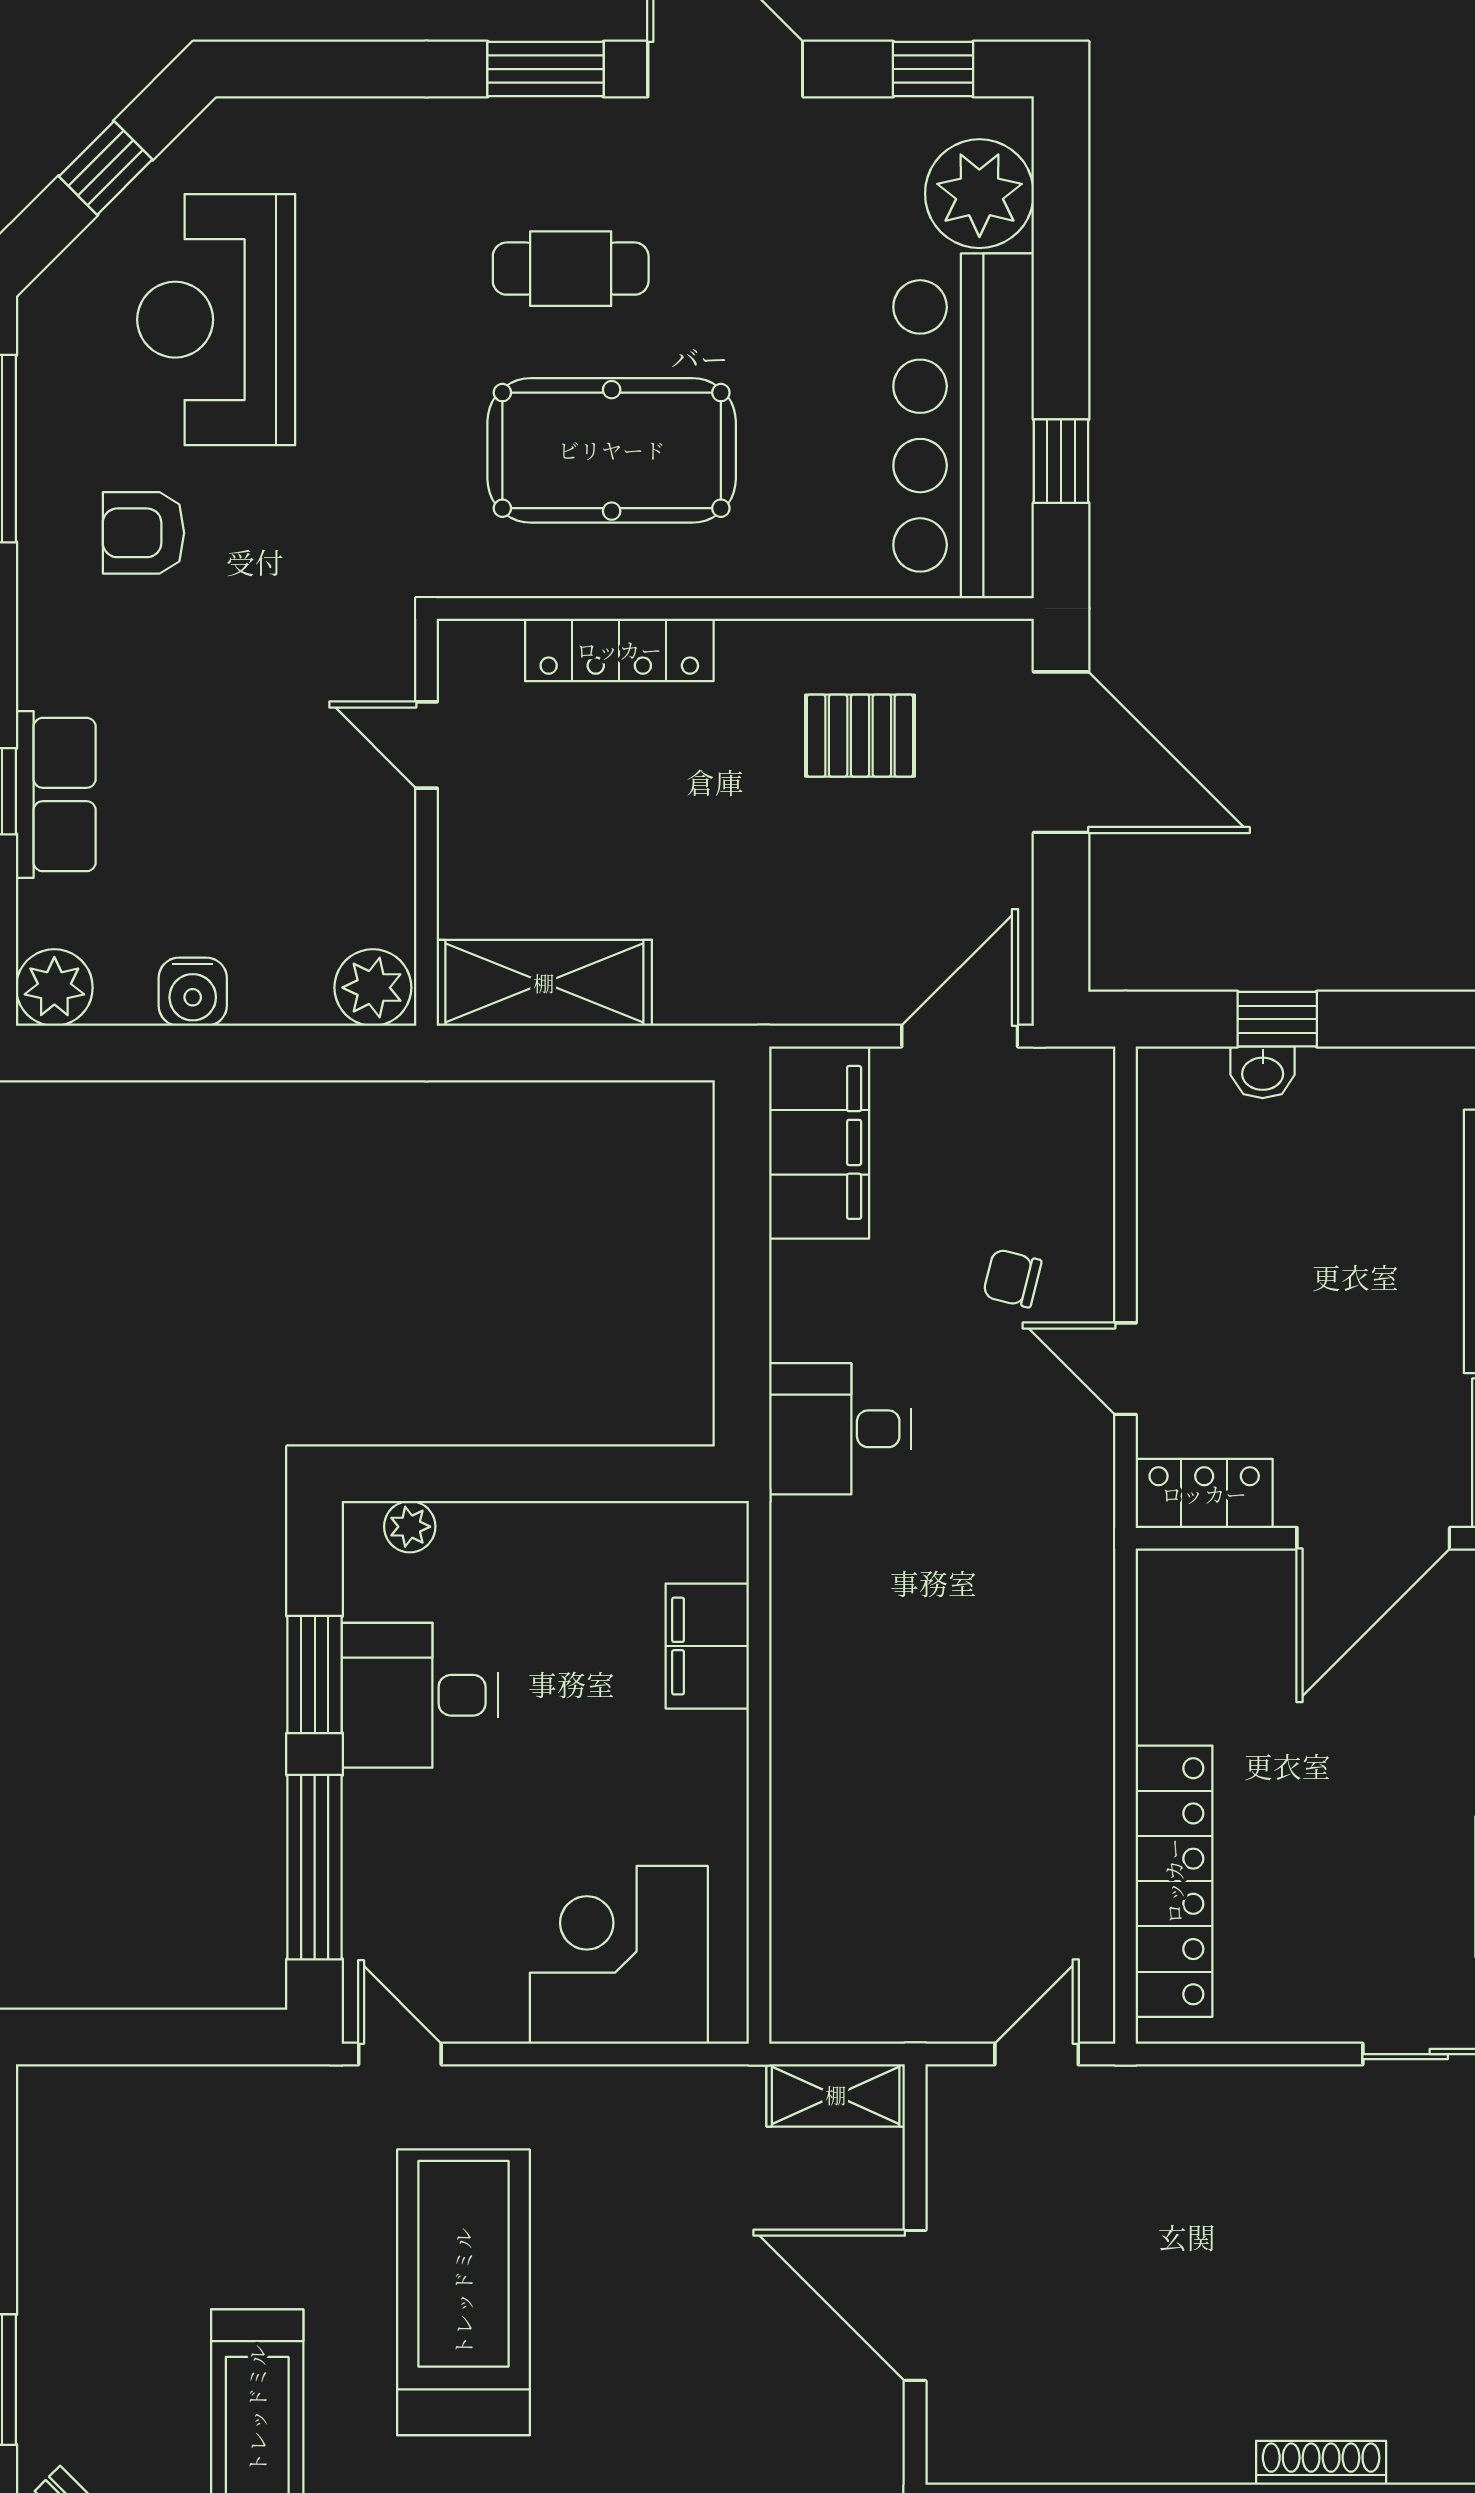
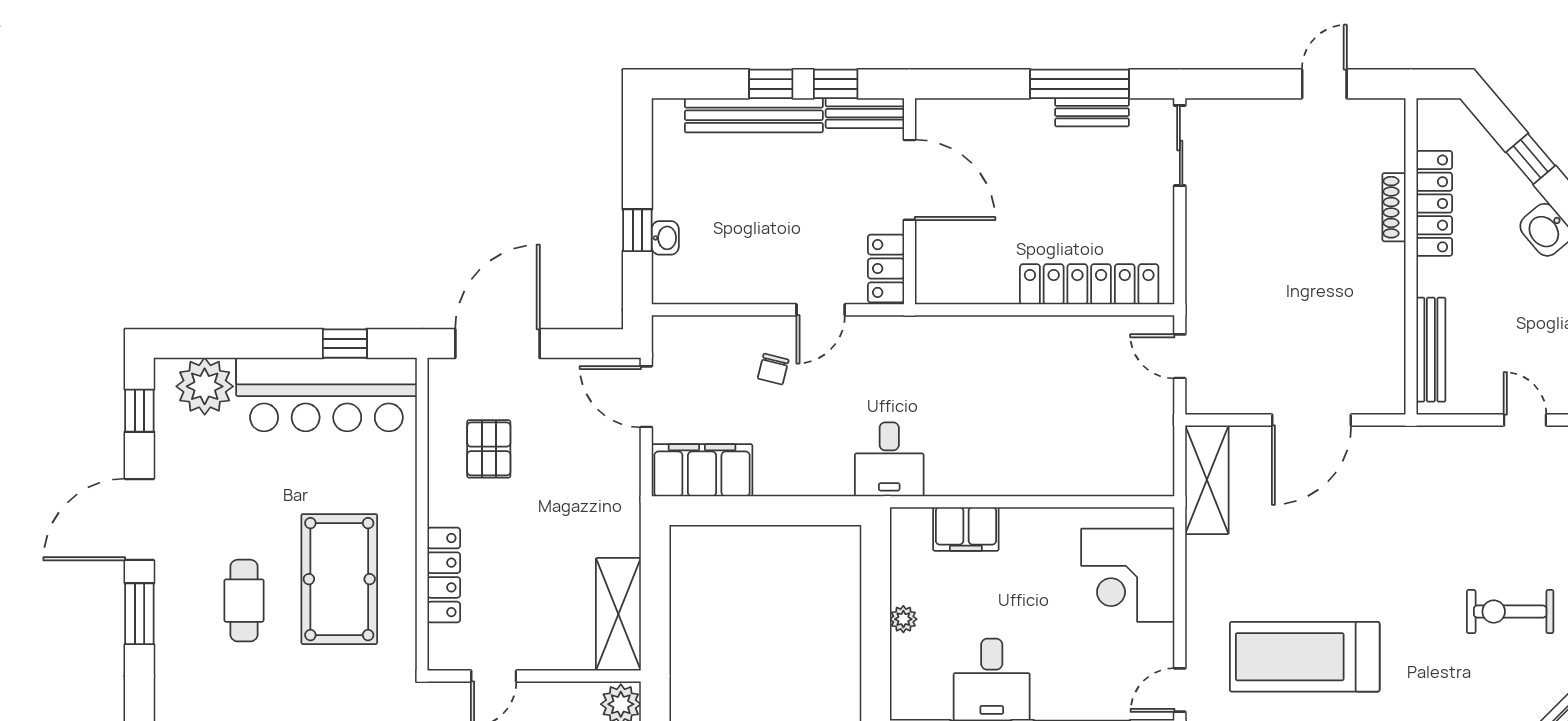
desk: (840, 1429) -> (889, 459), moved
plant: (410, 1527) -> (903, 619), moved
shelving: (836, 2095) -> (1207, 480), width x1.50, depth x1.33

